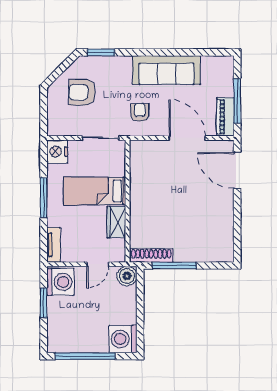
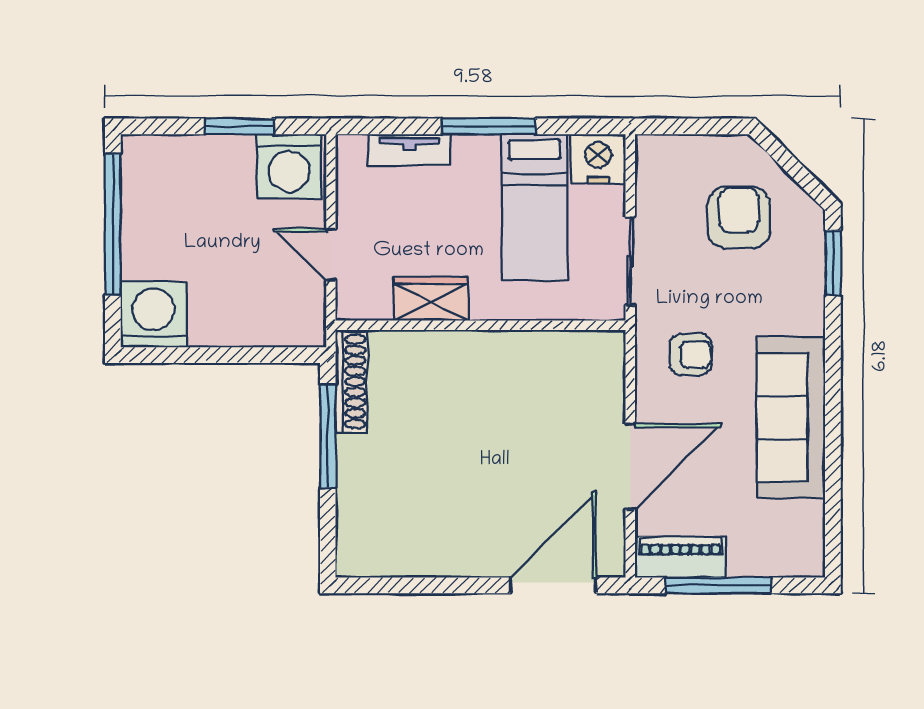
bed: (95, 191) -> (535, 207), moved, turned 180
tv unit: (54, 245) -> (409, 150), moved
boiler: (127, 276) -> (303, 324), removed

